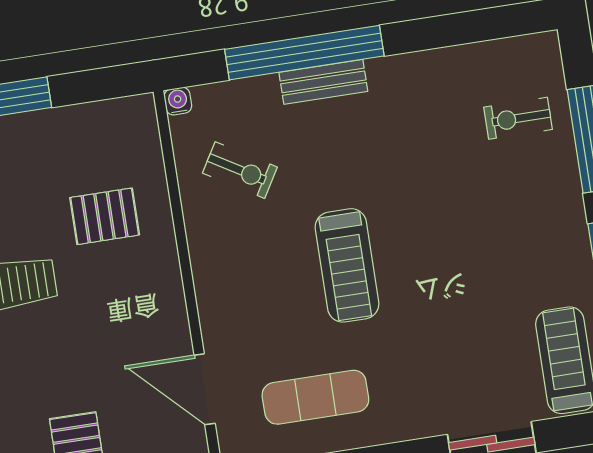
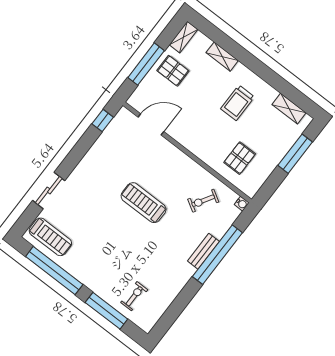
pallet: (105, 216) -> (240, 158), moved
exercise mat: (315, 397) -> (115, 154), removed

